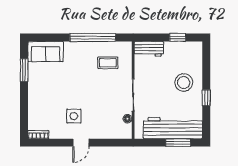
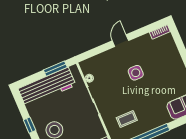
side table: (74, 116) -> (136, 73), moved
window: (178, 143) -> (55, 69), moved

